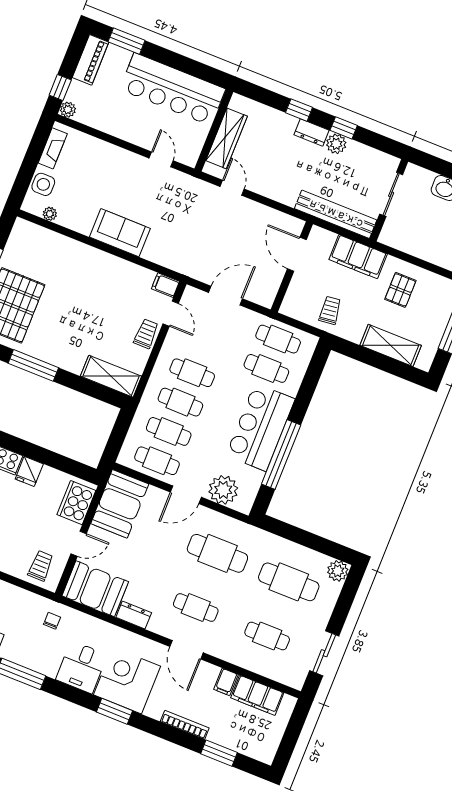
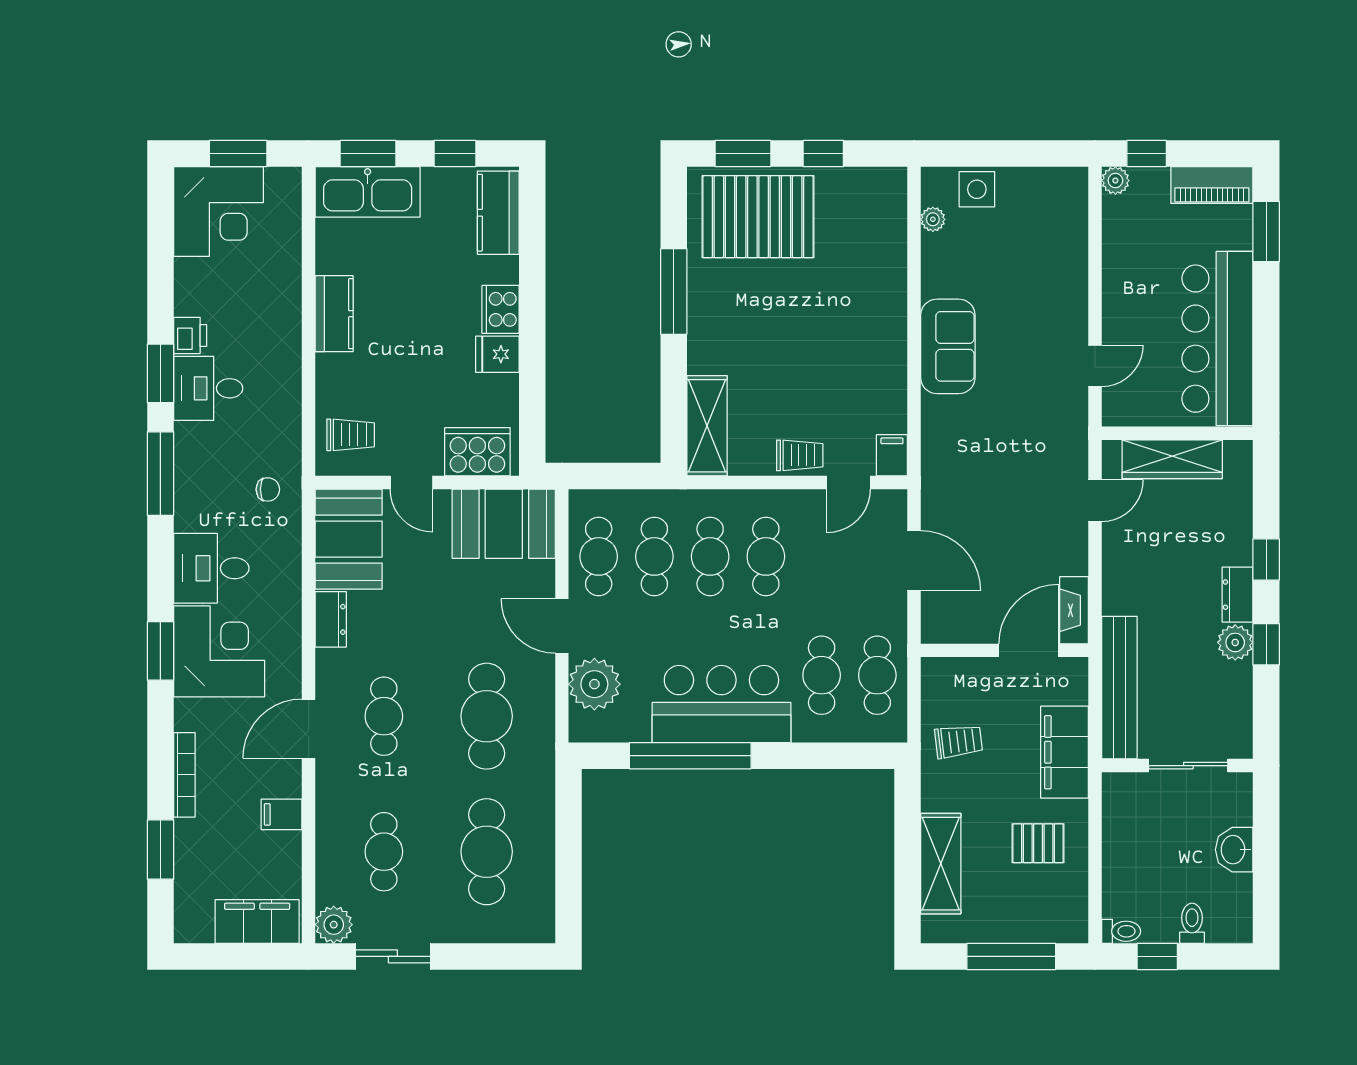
fireplace: (53, 148) -> (1074, 610), moved, turned 90
plant: (338, 571) -> (334, 925), moved
filing cabinet: (257, 695) -> (257, 921), moved, turned 90

